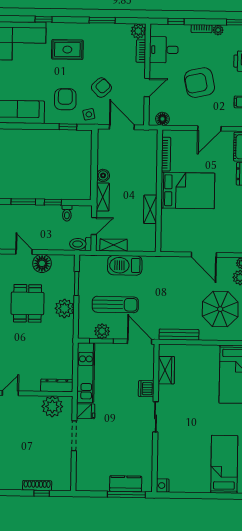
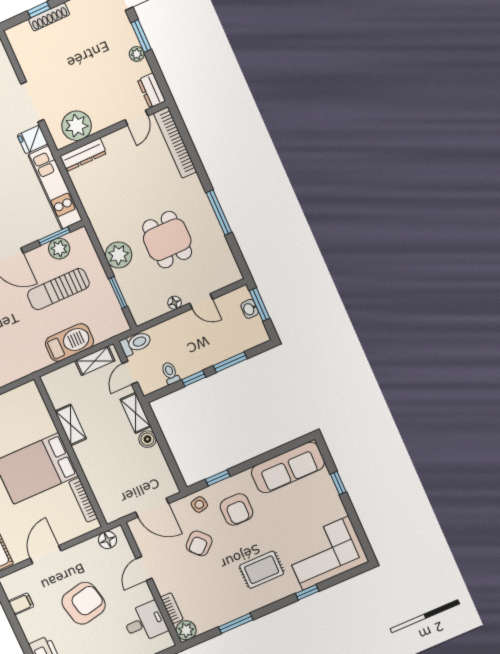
floor lamp: (42, 263) -> (175, 303), width x0.53, depth x0.53

